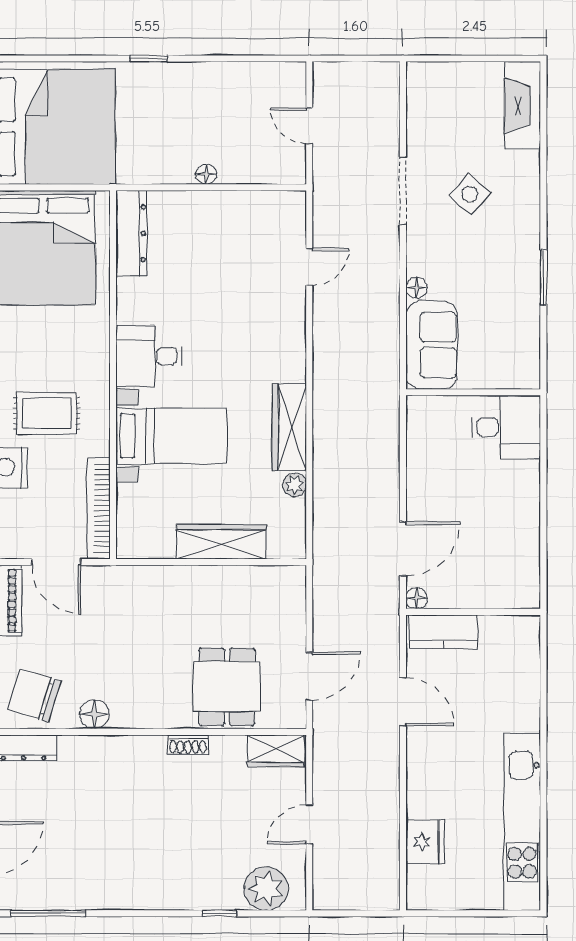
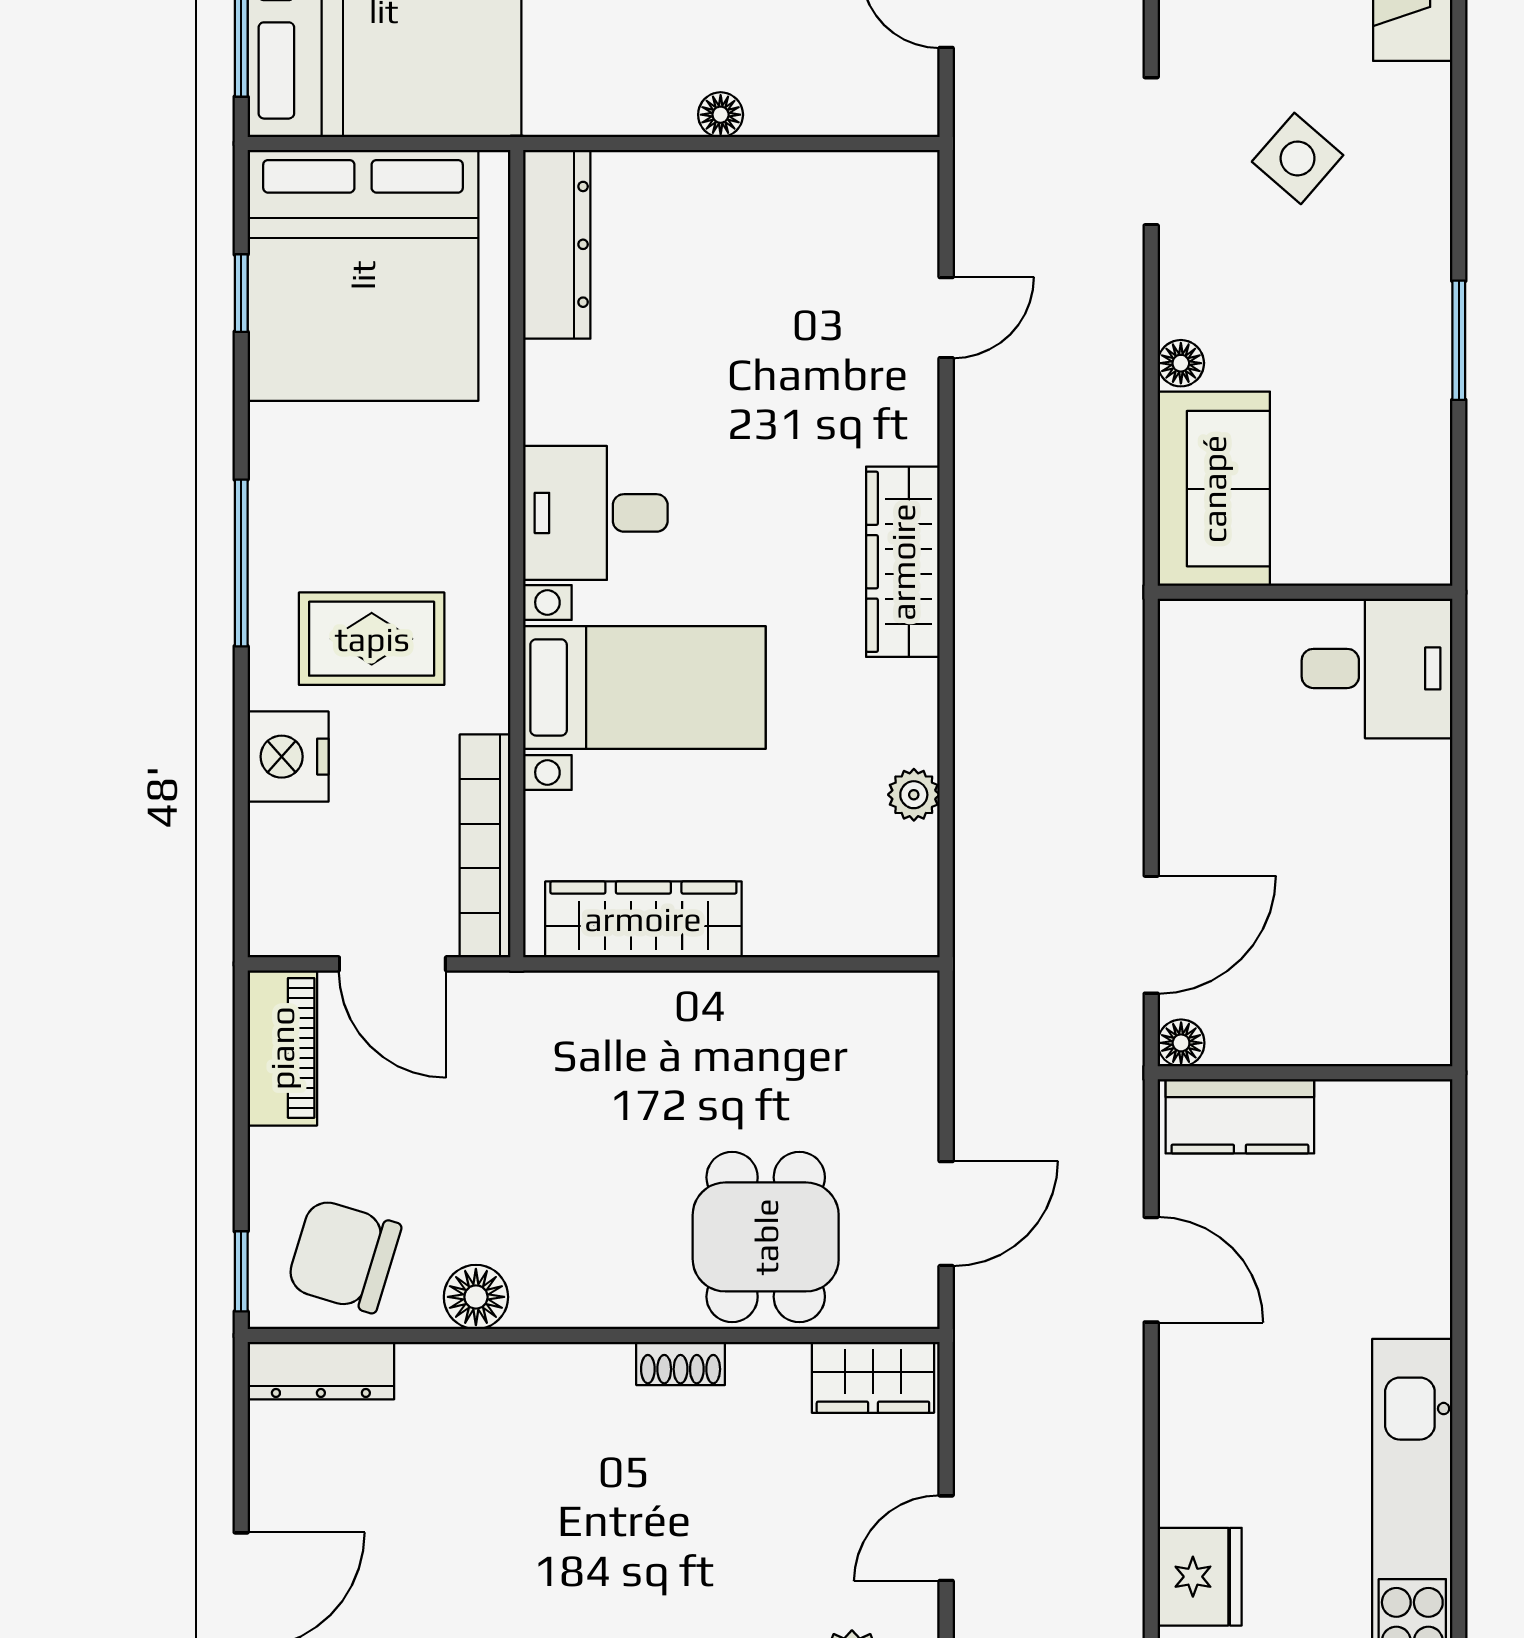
wardrobe: (289, 427) -> (903, 562), moved
wardrobe: (221, 542) -> (643, 919), moved

